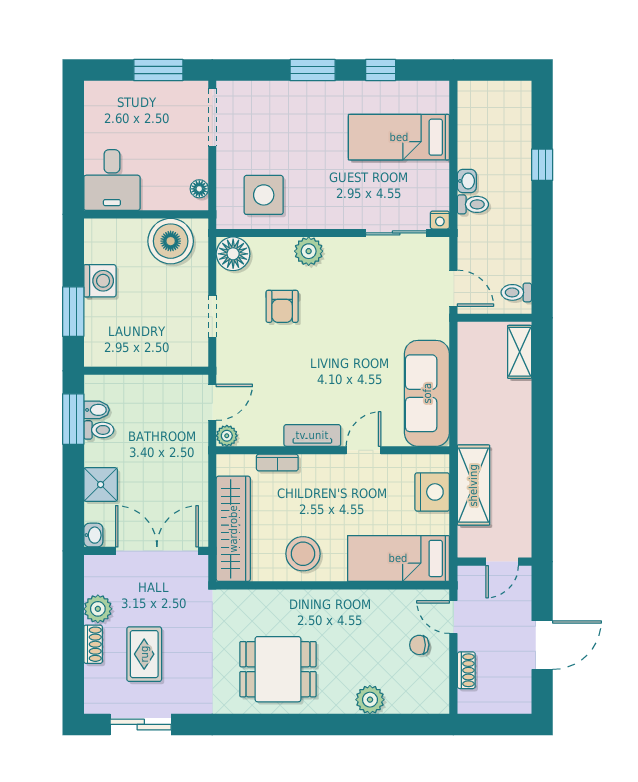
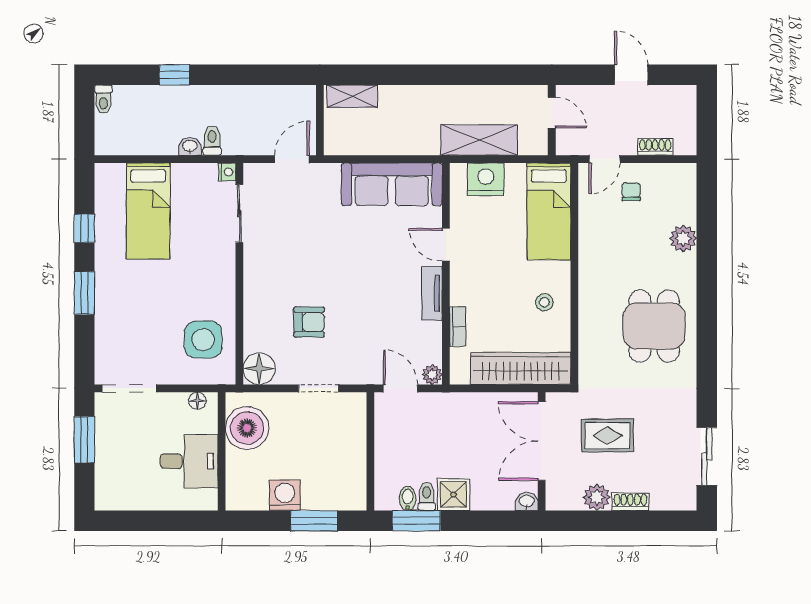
desk: (112, 180) -> (189, 461), moved
plant: (309, 251) -> (257, 297), removed
toilet: (516, 292) -> (103, 99), moved
shower: (101, 485) -> (453, 495), moved
stool: (303, 554) -> (544, 302), width x0.53, depth x0.53
chair: (419, 645) -> (631, 192), turned 180
door: (542, 645) -> (631, 75), width x0.73
rug: (144, 654) -> (607, 436), moved

